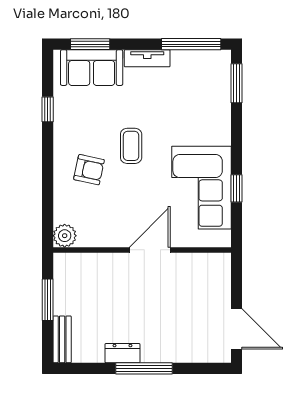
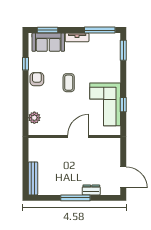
armchair: (89, 170) -> (37, 79), moved, turned -102
plant: (65, 236) -> (34, 118), moved
window: (48, 300) -> (25, 162), removed
bench: (62, 339) -> (33, 178), width x1.36
dresser: (122, 353) -> (91, 190), moved

